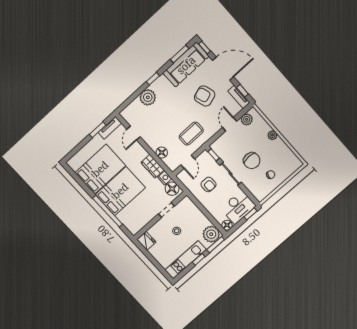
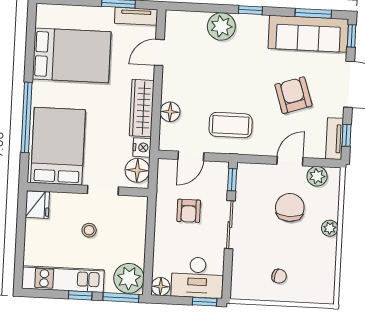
chair: (252, 161) -> (290, 208), moved, turned 180
wardrobe: (153, 166) -> (142, 108), width x1.50
bed: (120, 191) -> (58, 146), moved, turned -90

